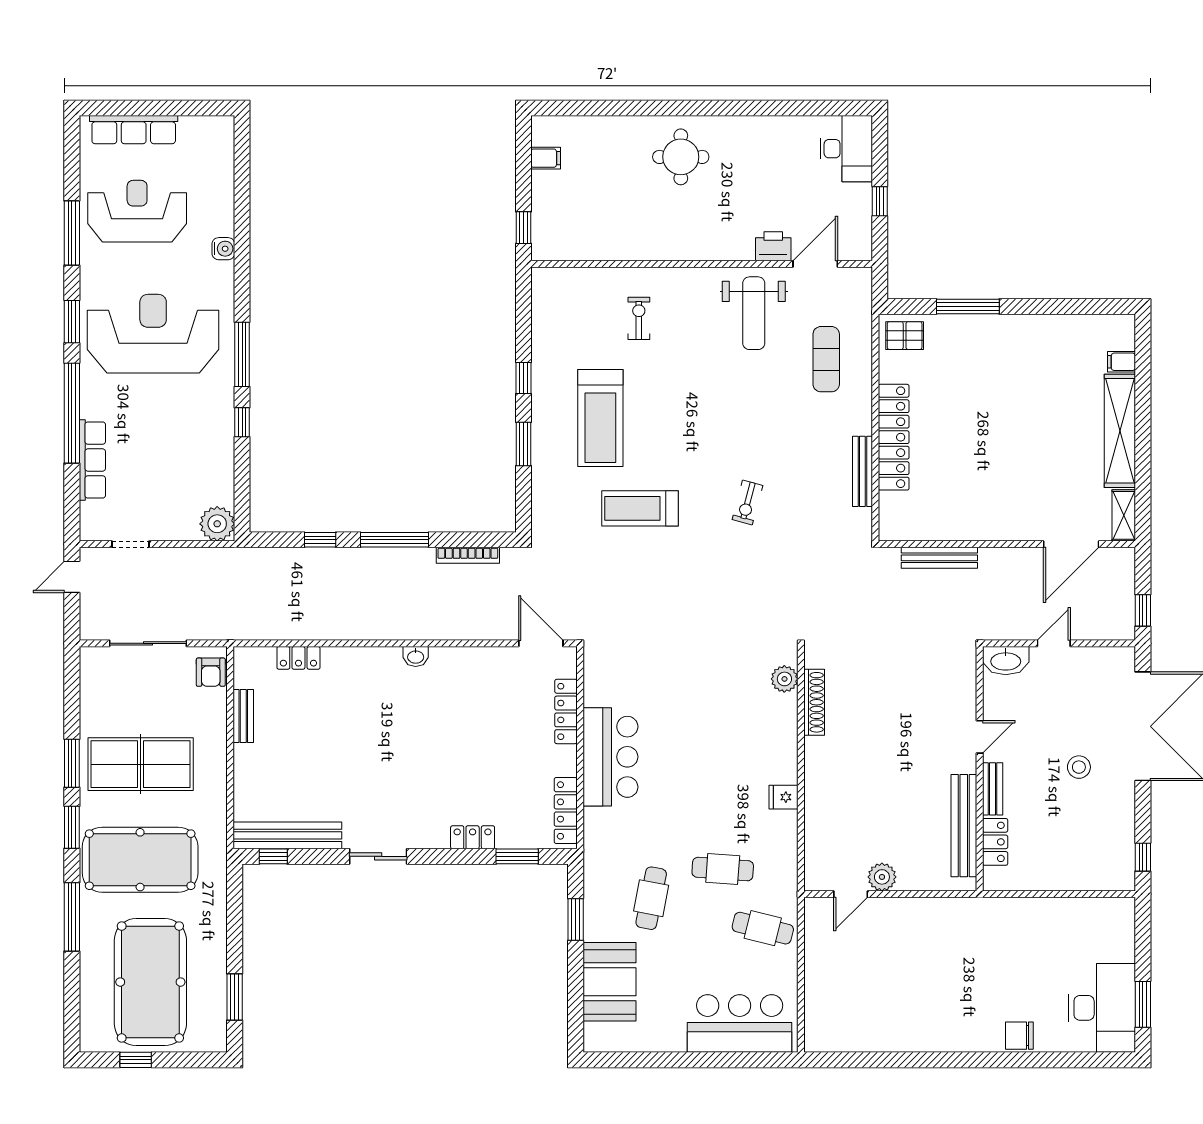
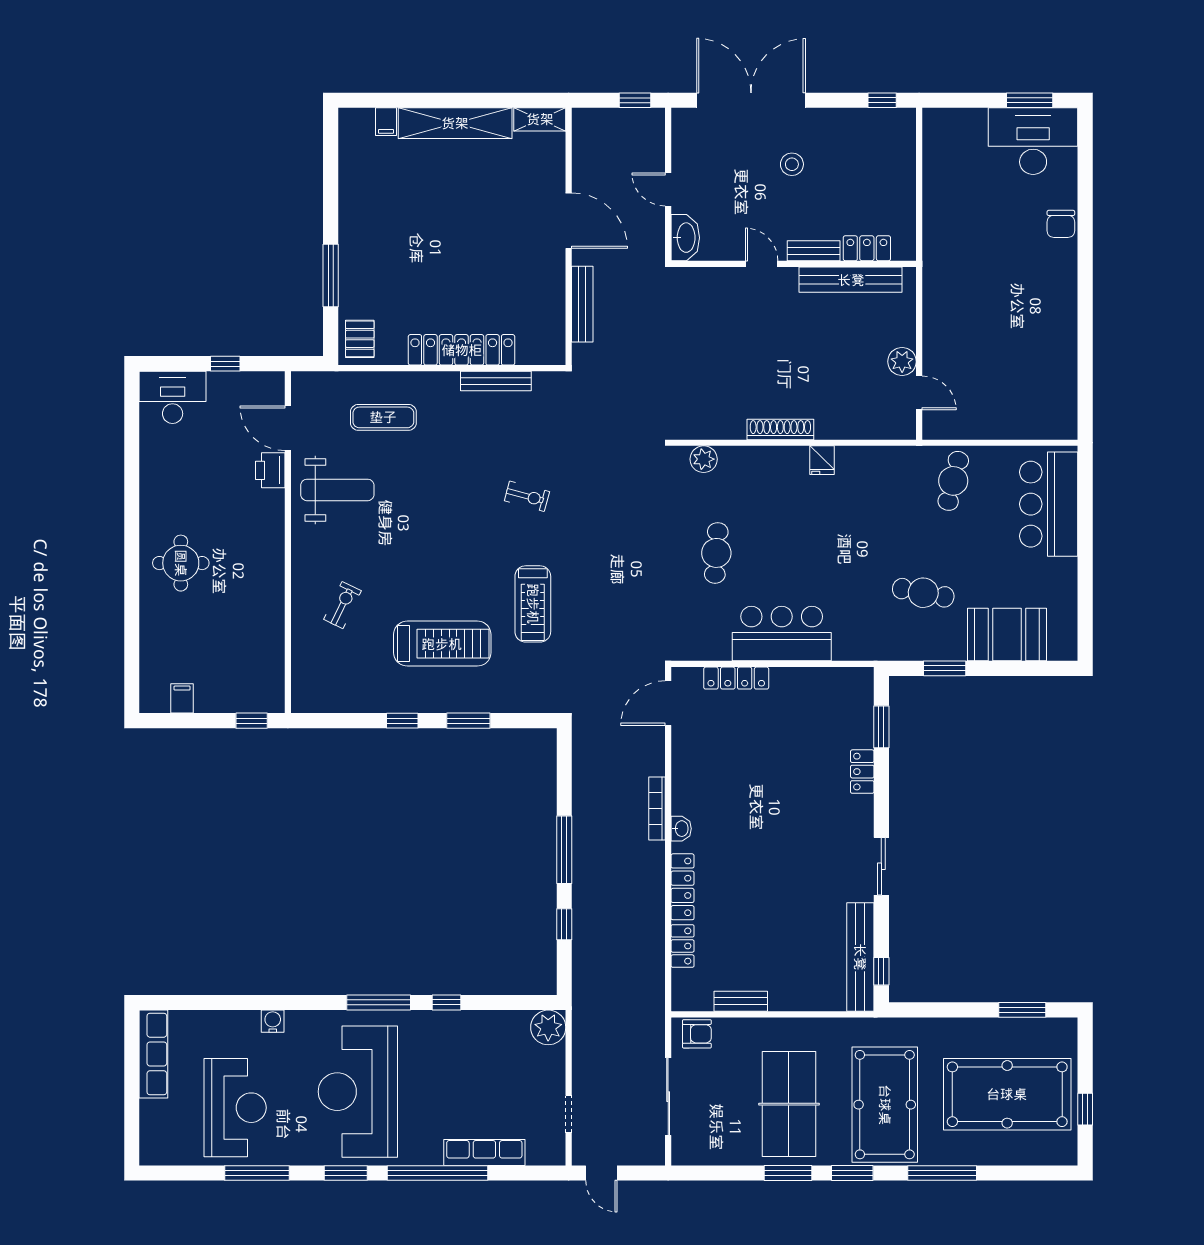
row of seats: (134, 130) -> (153, 1054), moved
reception desk: (137, 211) -> (235, 1108), turned 180
exercise bike: (639, 318) -> (342, 605), turned 116
door: (1071, 544) -> (569, 221), moved
bookcase: (468, 555) -> (657, 808), moved, turned 180
shoe rack: (814, 702) -> (780, 429), moved
locker: (566, 810) -> (683, 887), moved, turned -90
cafe table: (723, 869) -> (716, 553), moved

